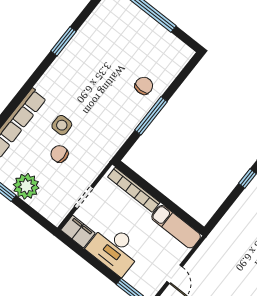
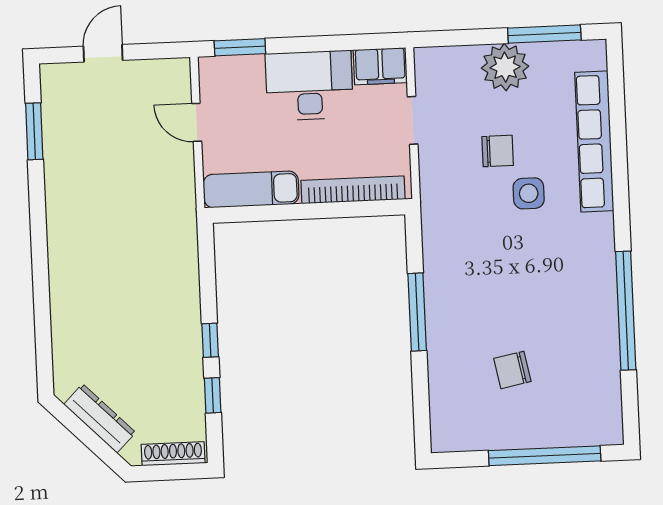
window: (64, 41) -> (626, 311), width x2.11
chair: (144, 86) -> (512, 370), moved, turned 79

